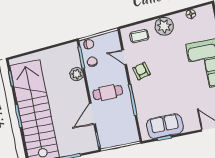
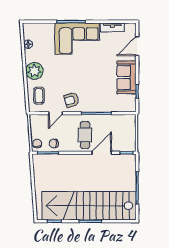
plant: (77, 74) -> (62, 160), removed
door: (93, 114) -> (102, 153), swing flipped
sofa: (165, 126) -> (126, 77), moved

